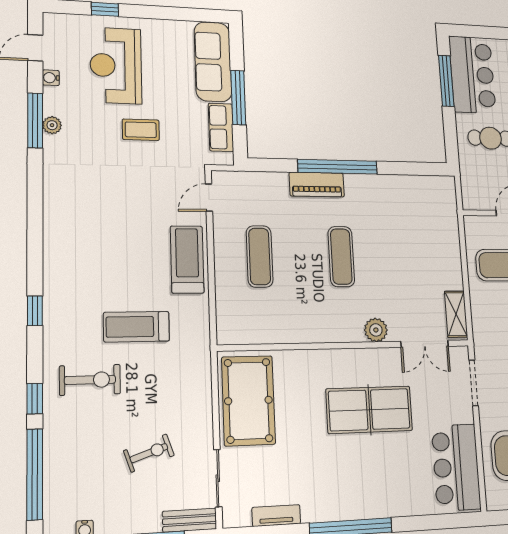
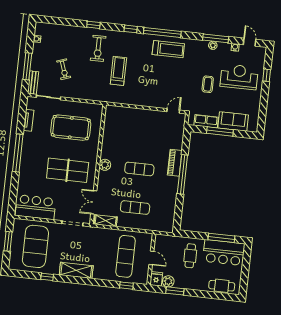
sofa: (213, 62) -> (233, 121), width x0.73
door: (209, 198) -> (173, 111), hinge flipped
exercise mat: (260, 256) -> (135, 208), moved
treadmill: (187, 259) -> (168, 49), moved
plant: (376, 330) -> (105, 165), moved
pool table: (248, 401) -> (71, 128), moved
table tennis table: (369, 410) -> (68, 170), turned 90
window: (35, 474) -> (162, 32), moved

